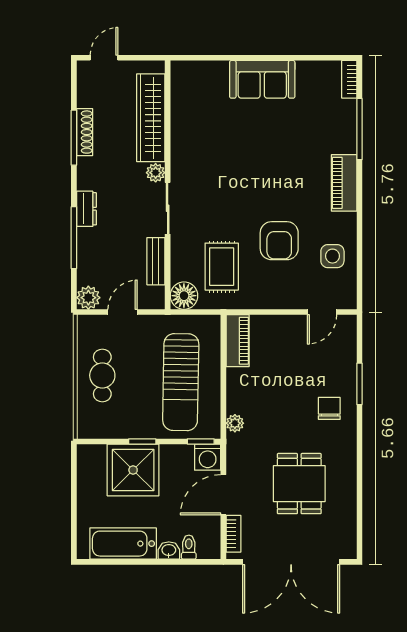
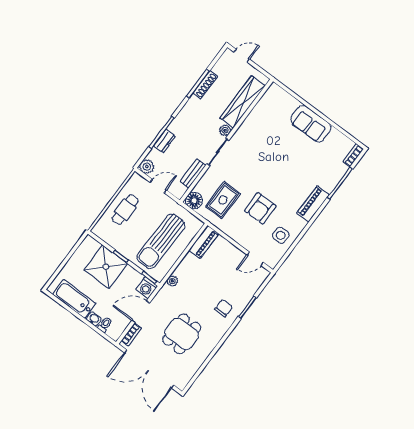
dresser: (86, 209) -> (165, 141), moved

